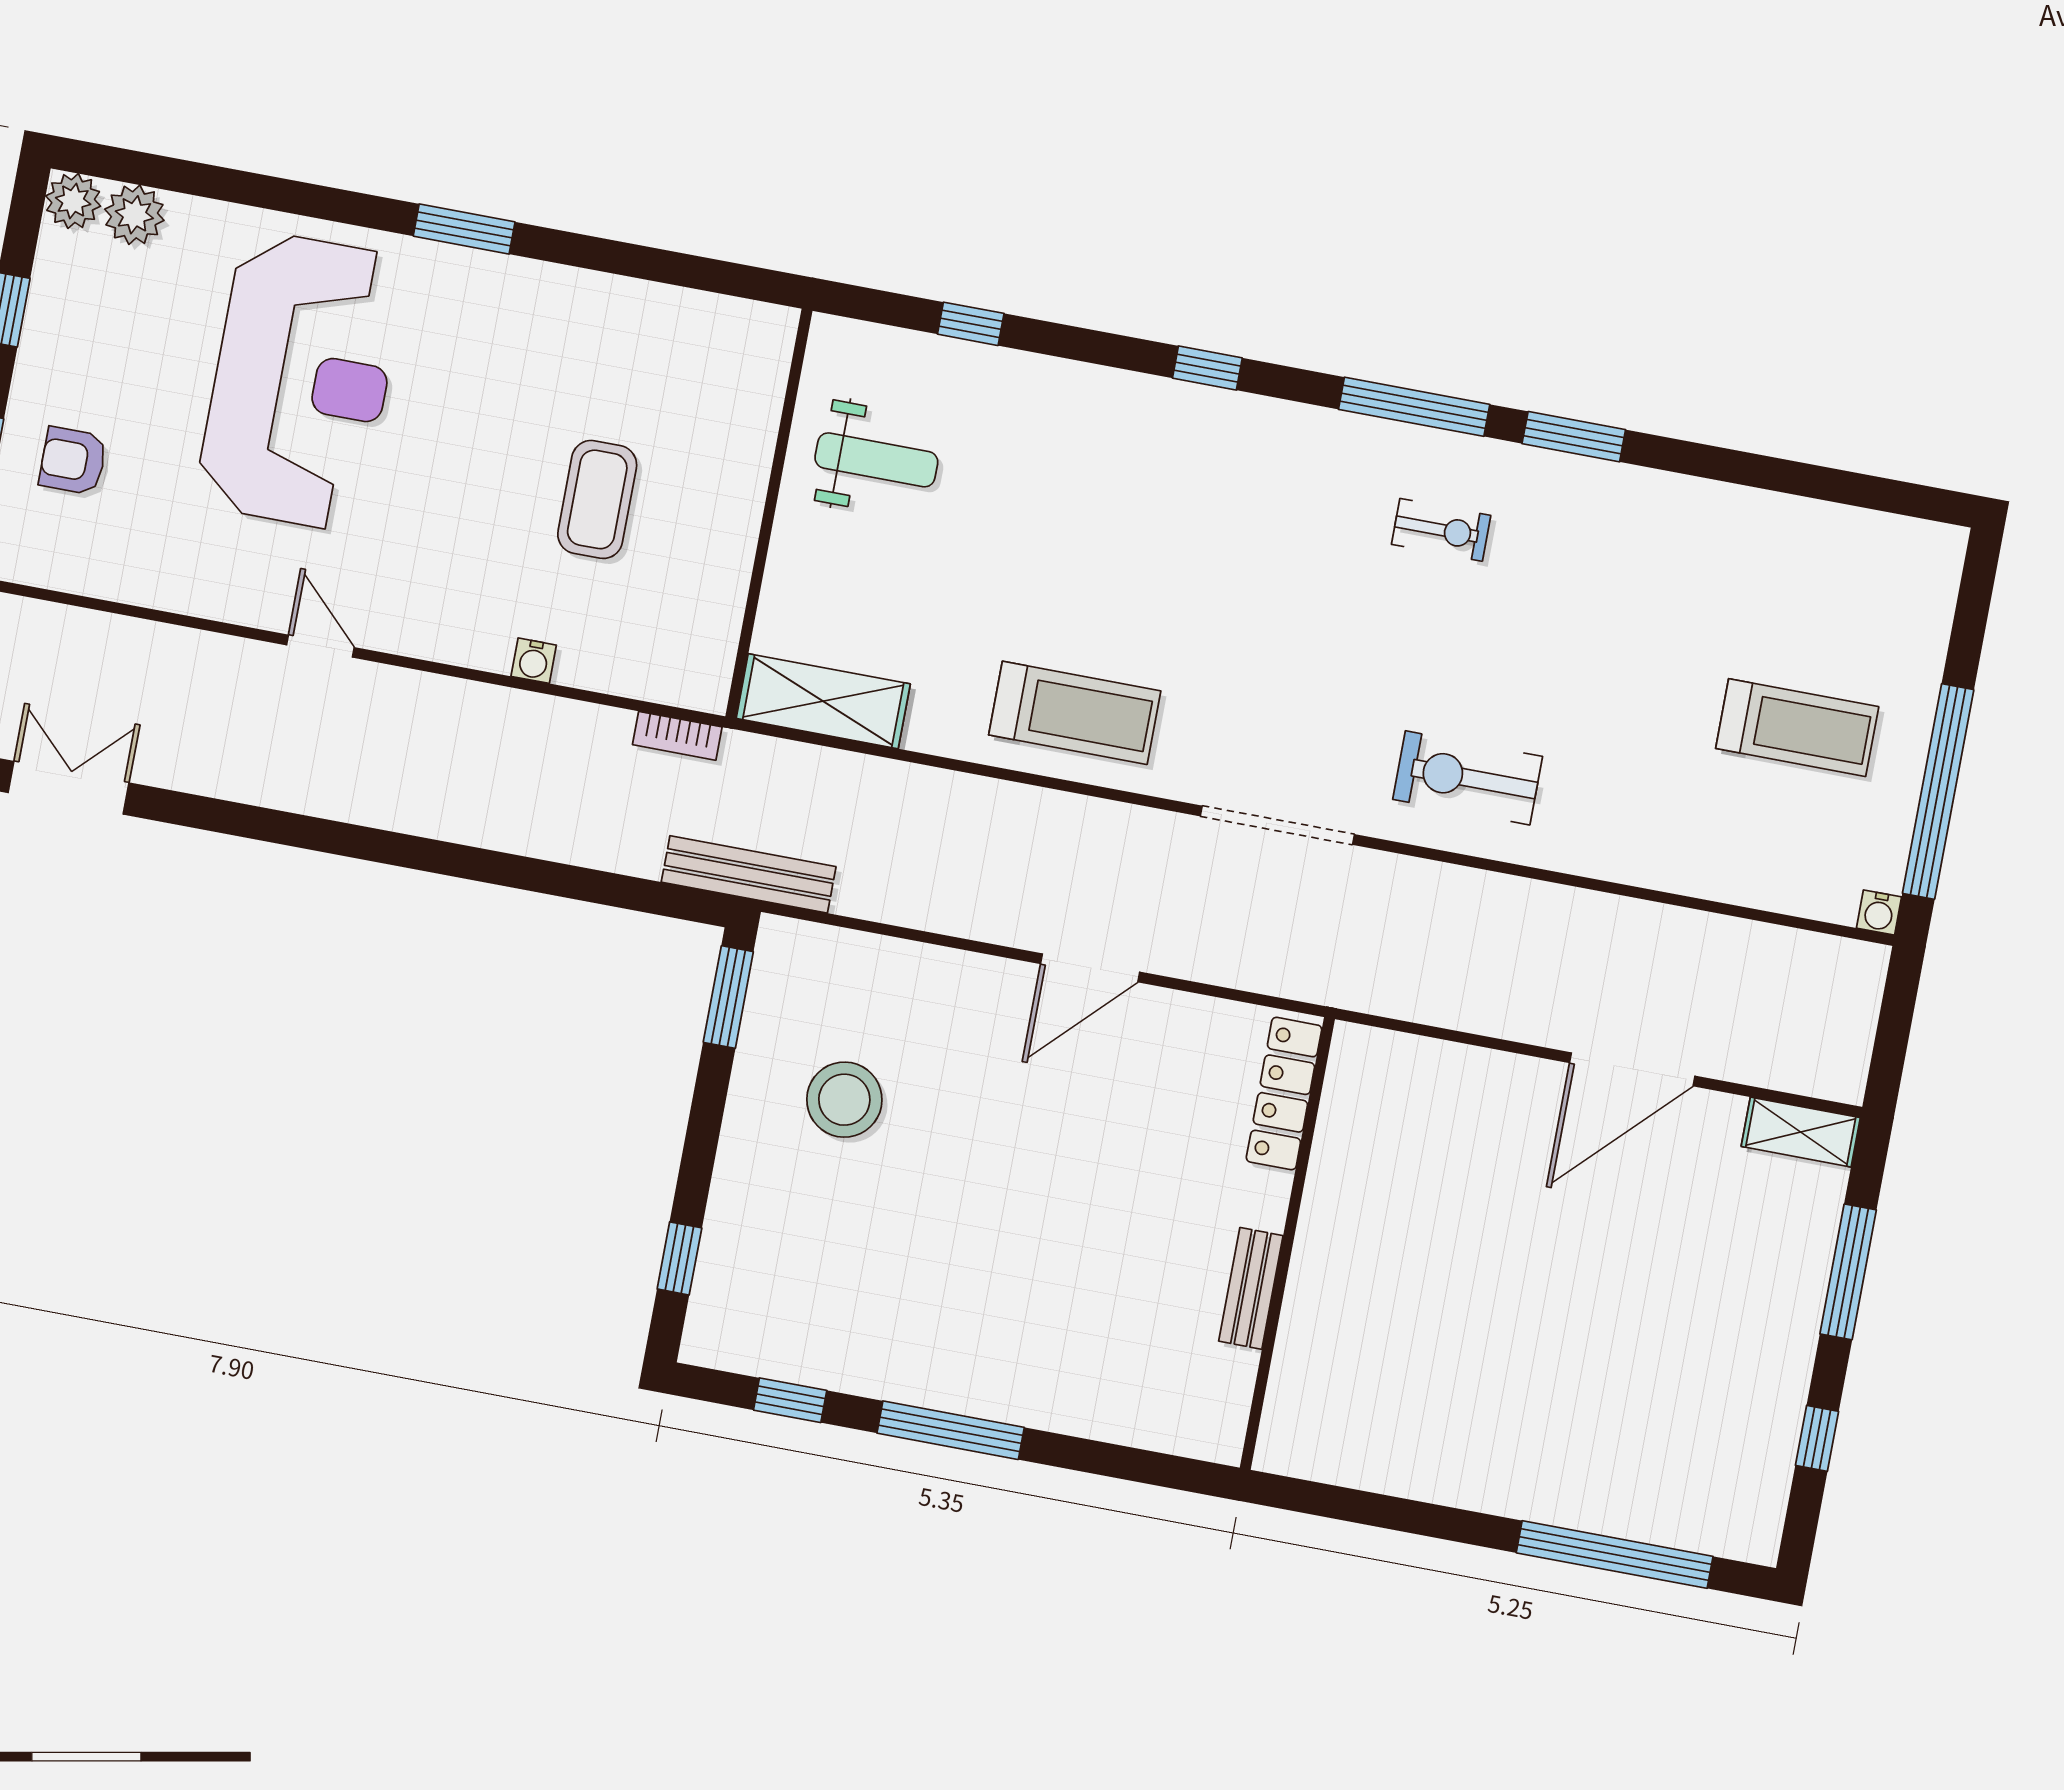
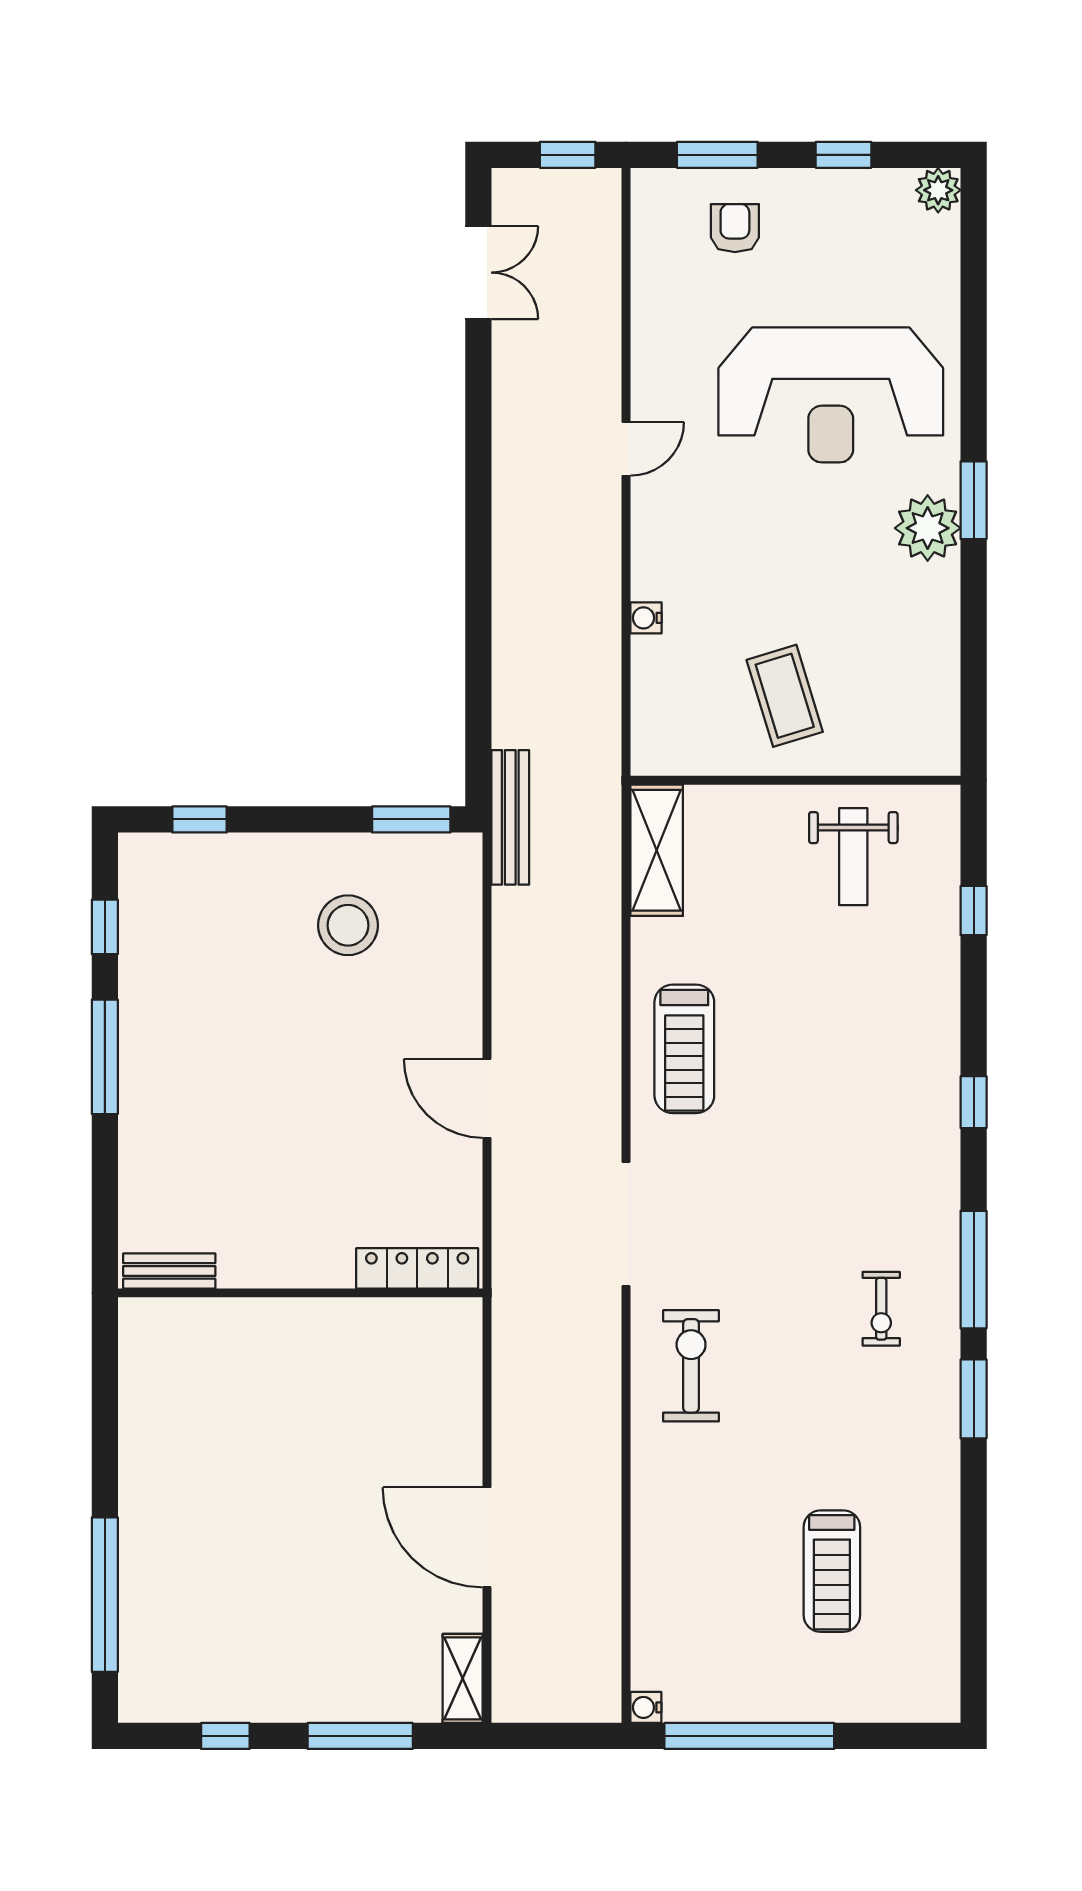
plant: (134, 215) -> (928, 528), moved, width x1.36, depth x1.36
coffee table: (597, 499) -> (785, 696), moved, turned 73
treadmill: (1797, 728) -> (832, 1571), moved
bookcase: (677, 736) -> (608, 741), removed
bench: (1251, 1288) -> (169, 1271), moved

